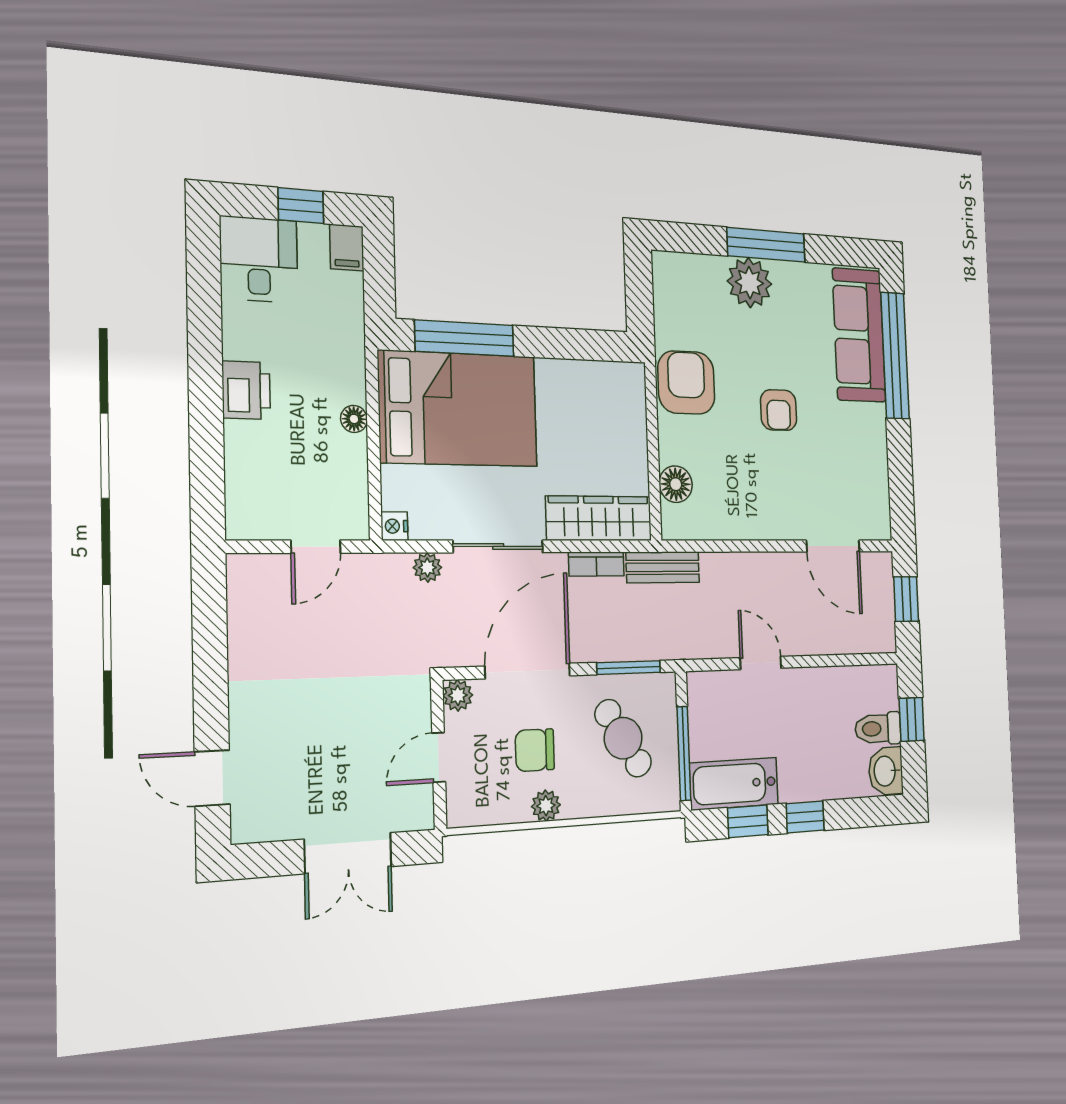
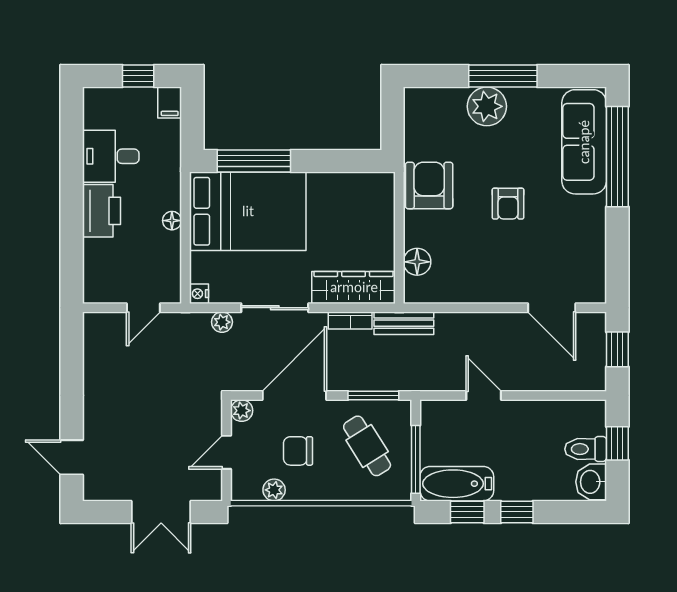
desk: (259, 259) -> (111, 156), moved, turned -90
printer: (246, 390) -> (102, 211), width x1.37, depth x1.19
plant: (546, 806) -> (274, 490), moved

